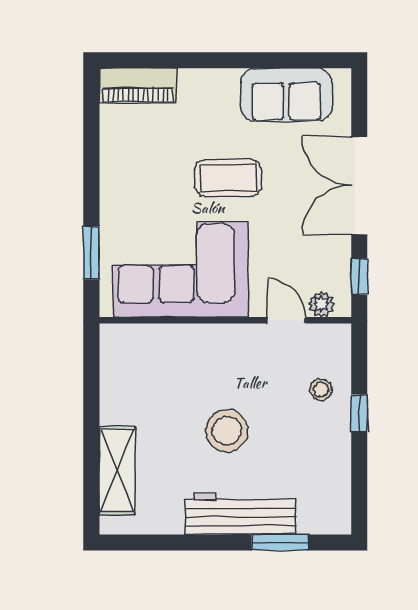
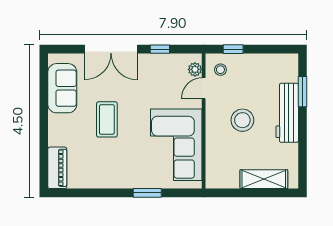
corner sofa: (181, 269) -> (176, 145), moved
plant: (321, 304) -> (195, 69), moved
wall: (225, 320) -> (204, 121), moved
door: (286, 320) -> (204, 88), moved

